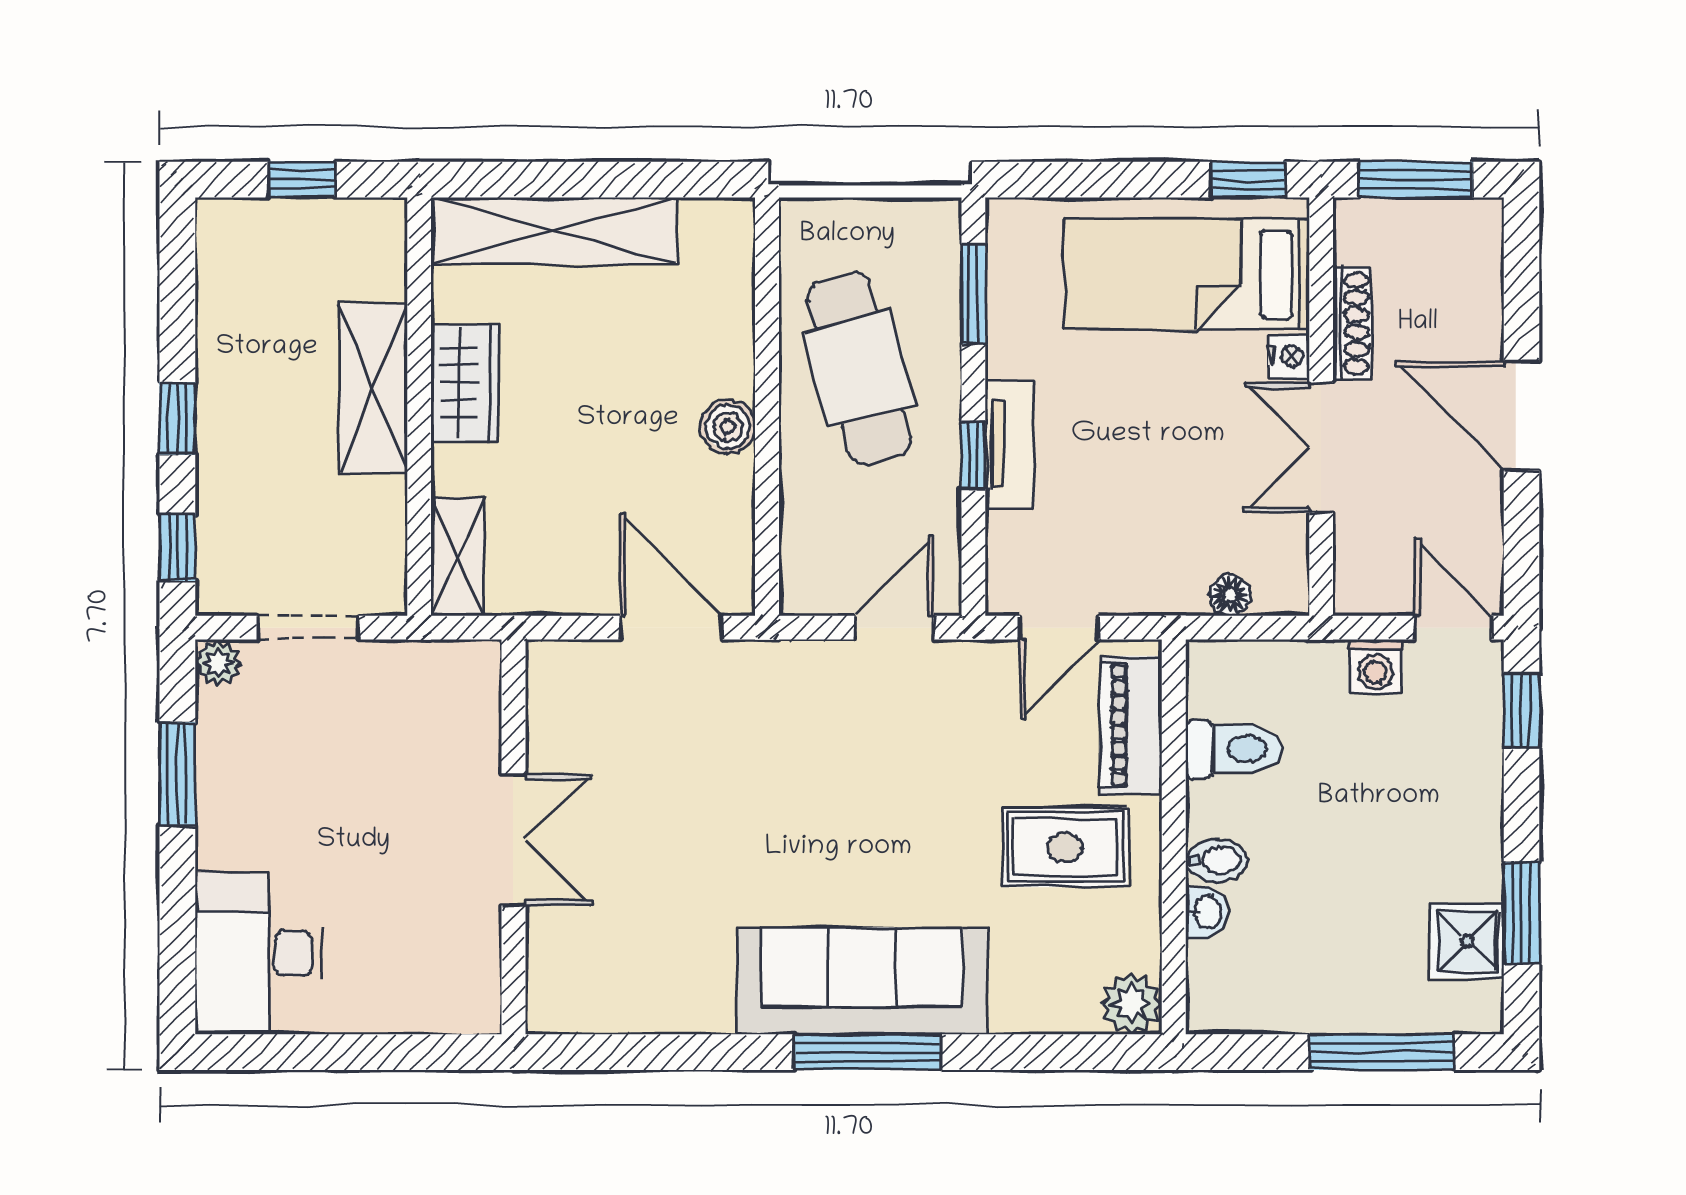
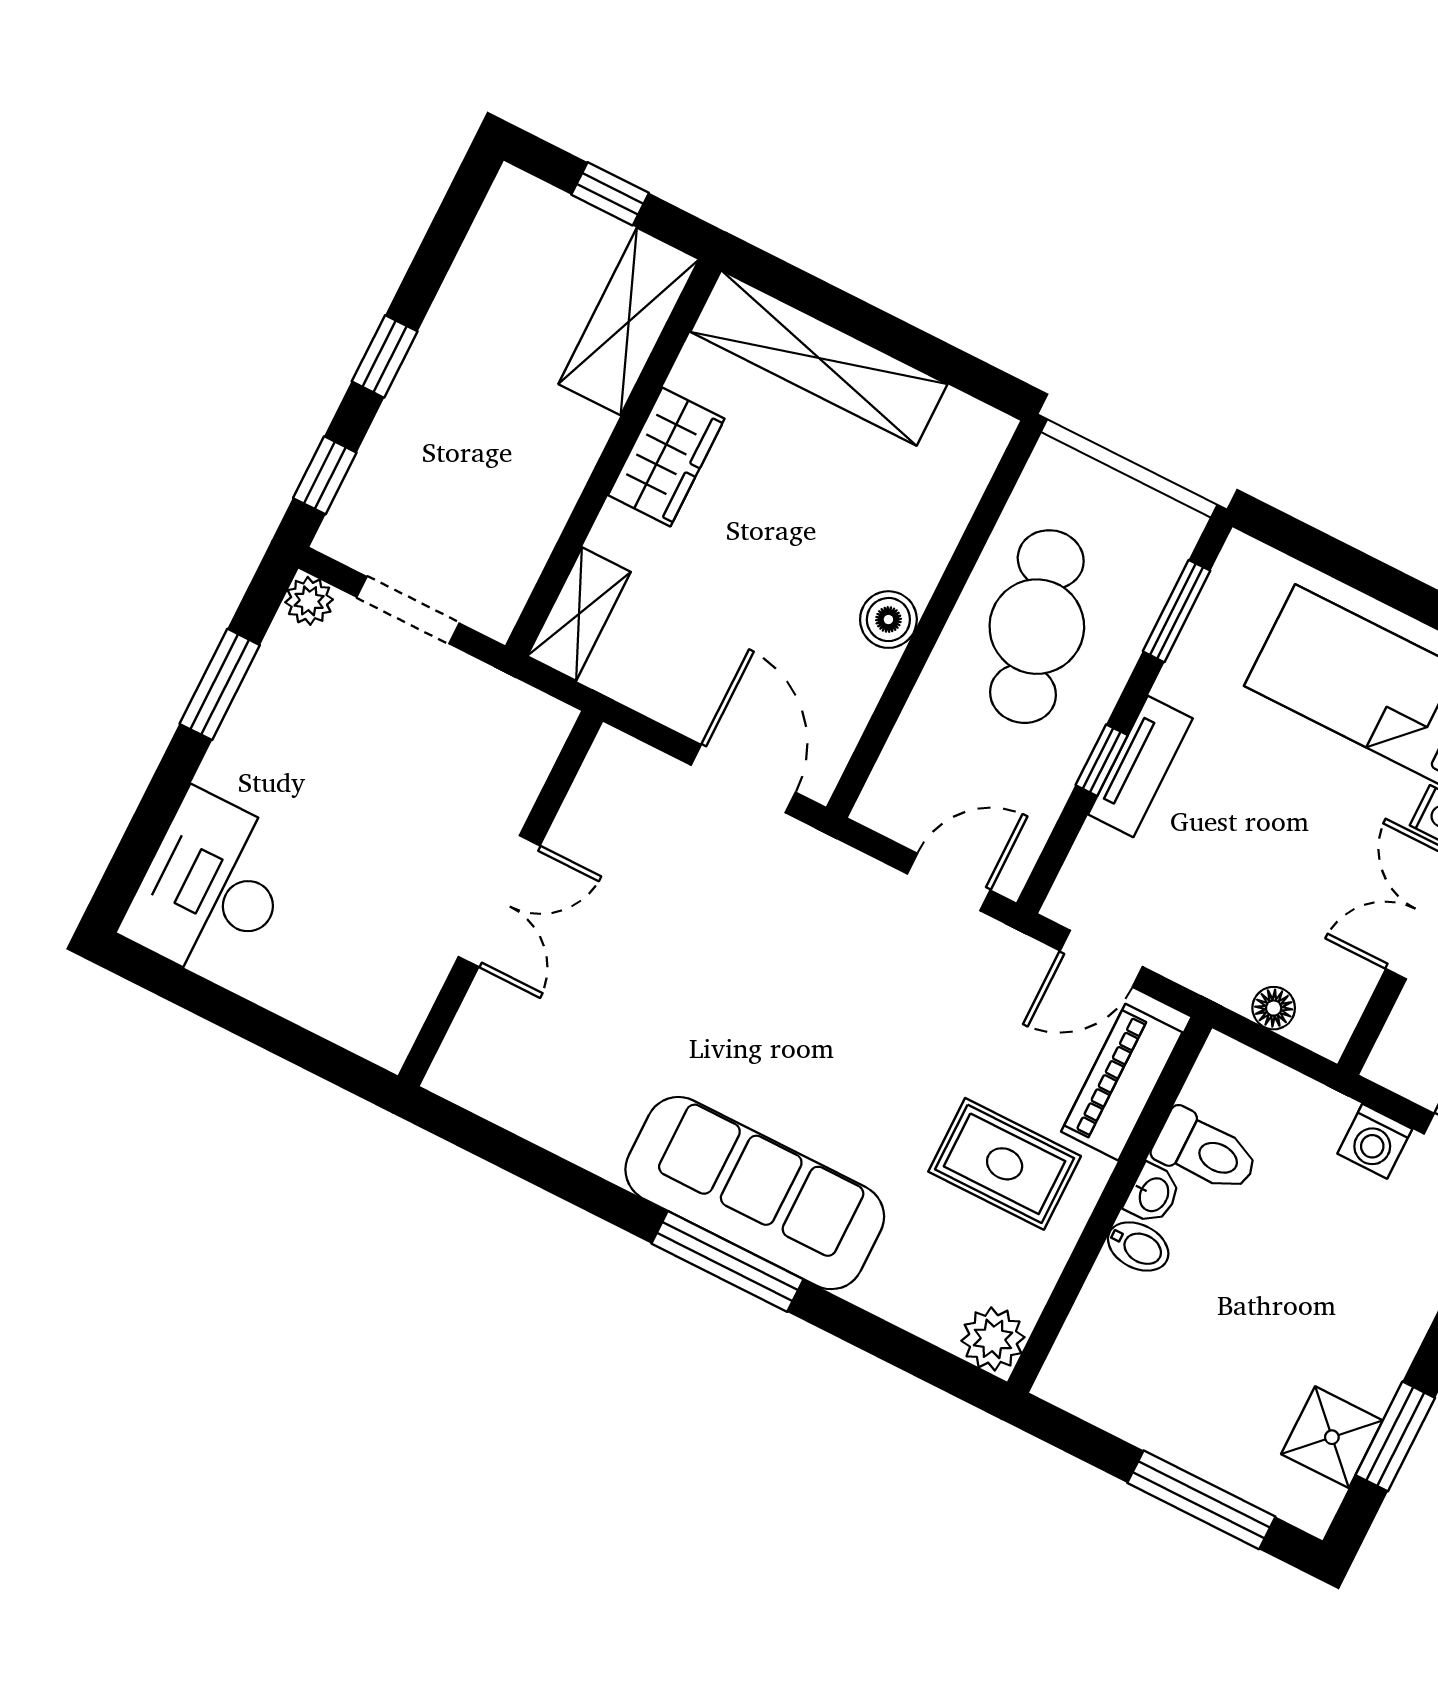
shelving: (373, 388) -> (629, 322), moved
washbasin: (1206, 912) -> (1153, 1194), moved

